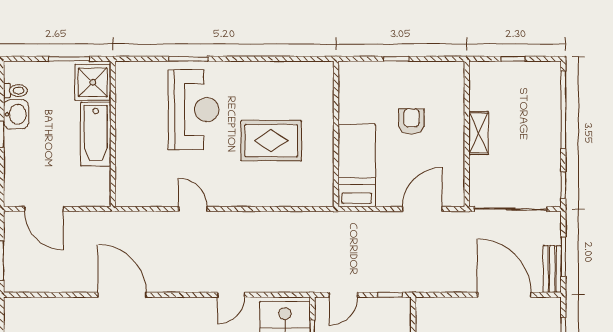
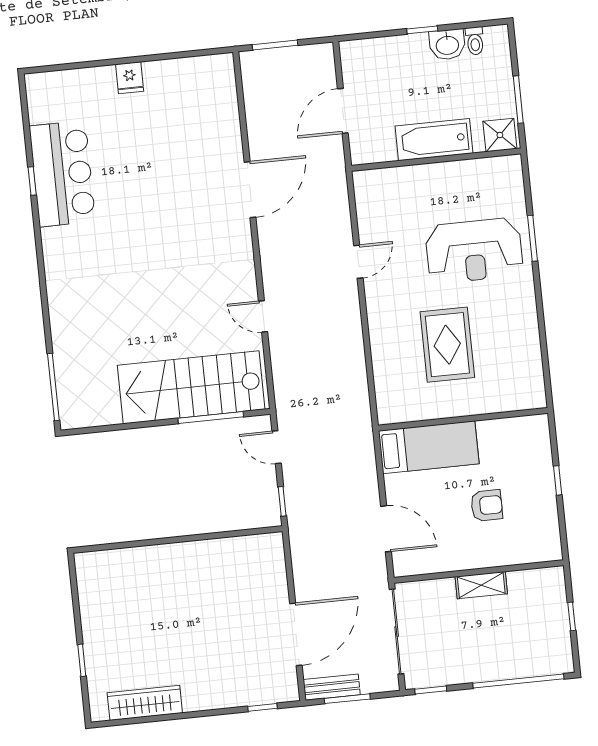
shower: (93, 82) -> (500, 135), width x0.73, depth x0.73
door: (44, 209) -> (343, 111), moved

